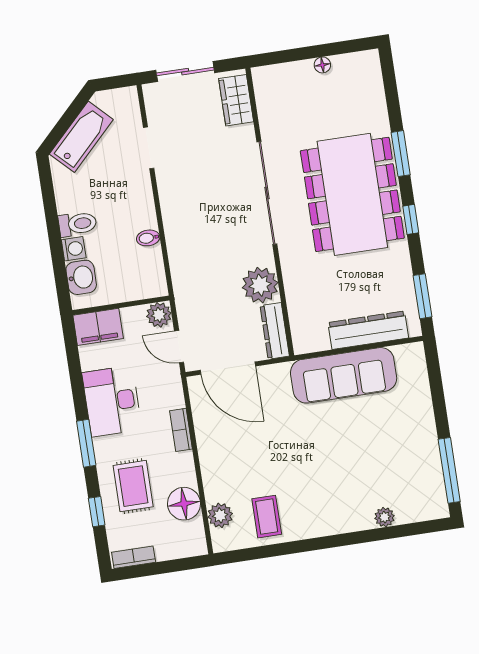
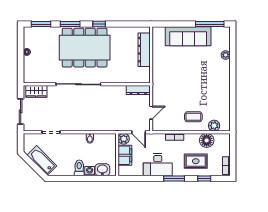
plant: (260, 285) -> (118, 93), removed
window: (423, 296) -> (41, 24), moved
filing cabinet: (98, 327) -> (125, 155), moved
door: (179, 347) -> (139, 132), hinge flipped
door: (228, 368) -> (151, 113), width x0.53
sofa: (344, 375) -> (188, 36), moved, turned 90
coffee table: (267, 517) -> (193, 117), moved

